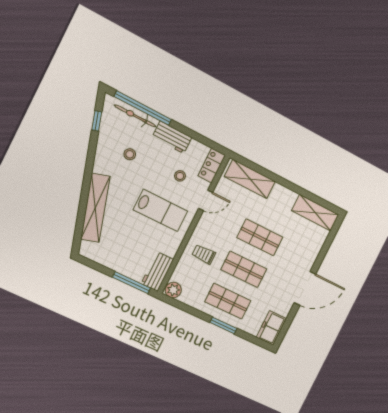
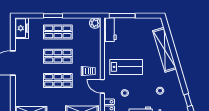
door: (206, 200) -> (102, 86), hinge flipped
lab bench: (161, 211) -> (126, 67), turned 180
trolley: (204, 254) -> (88, 71), moved

